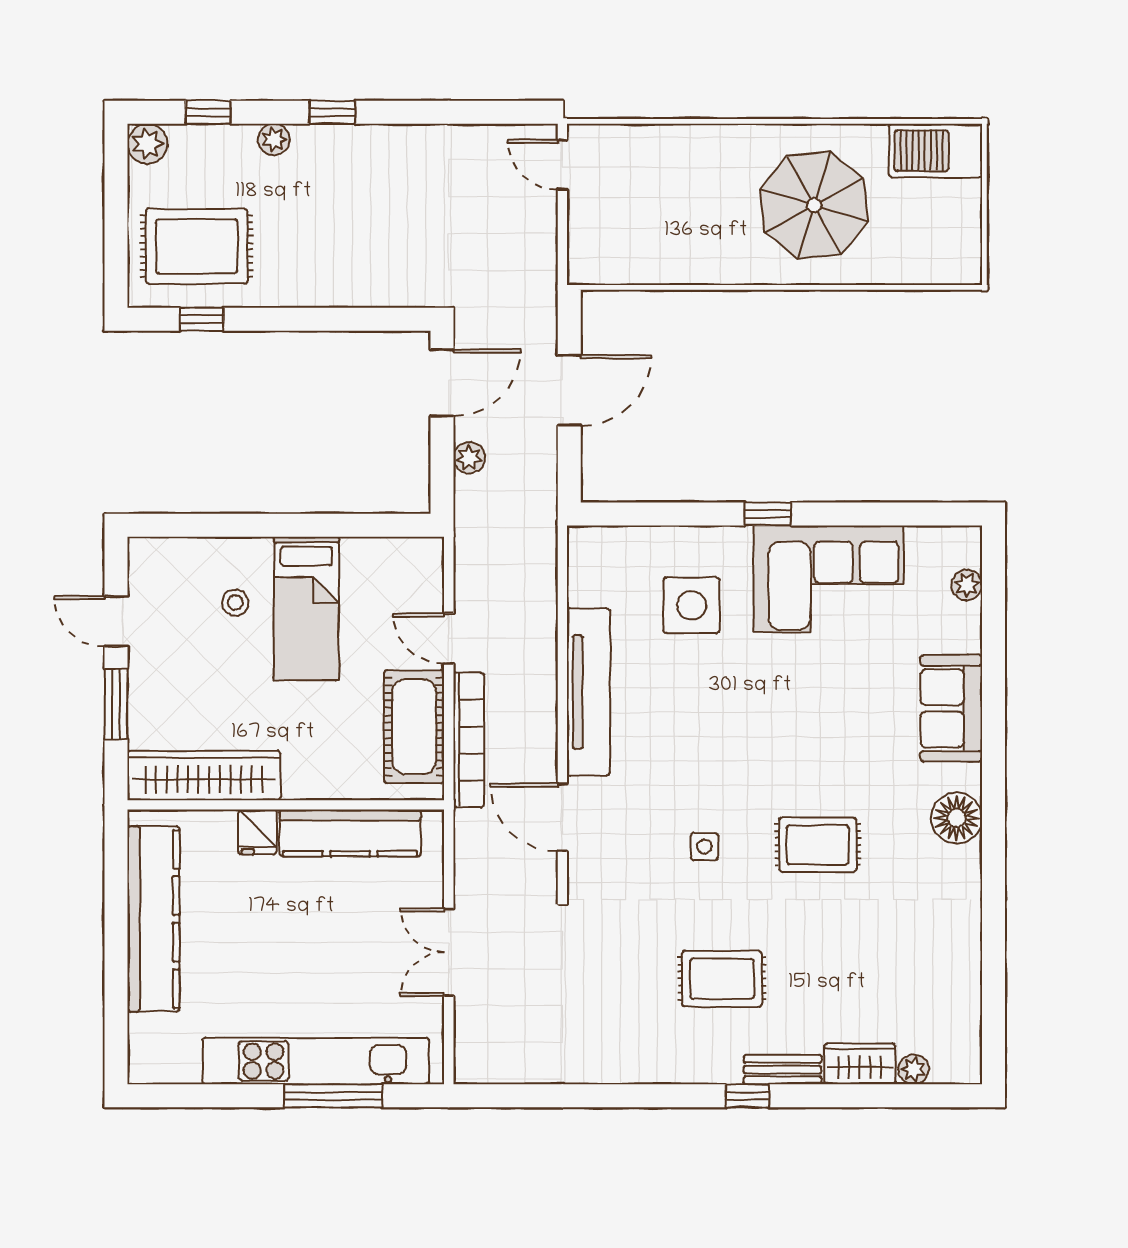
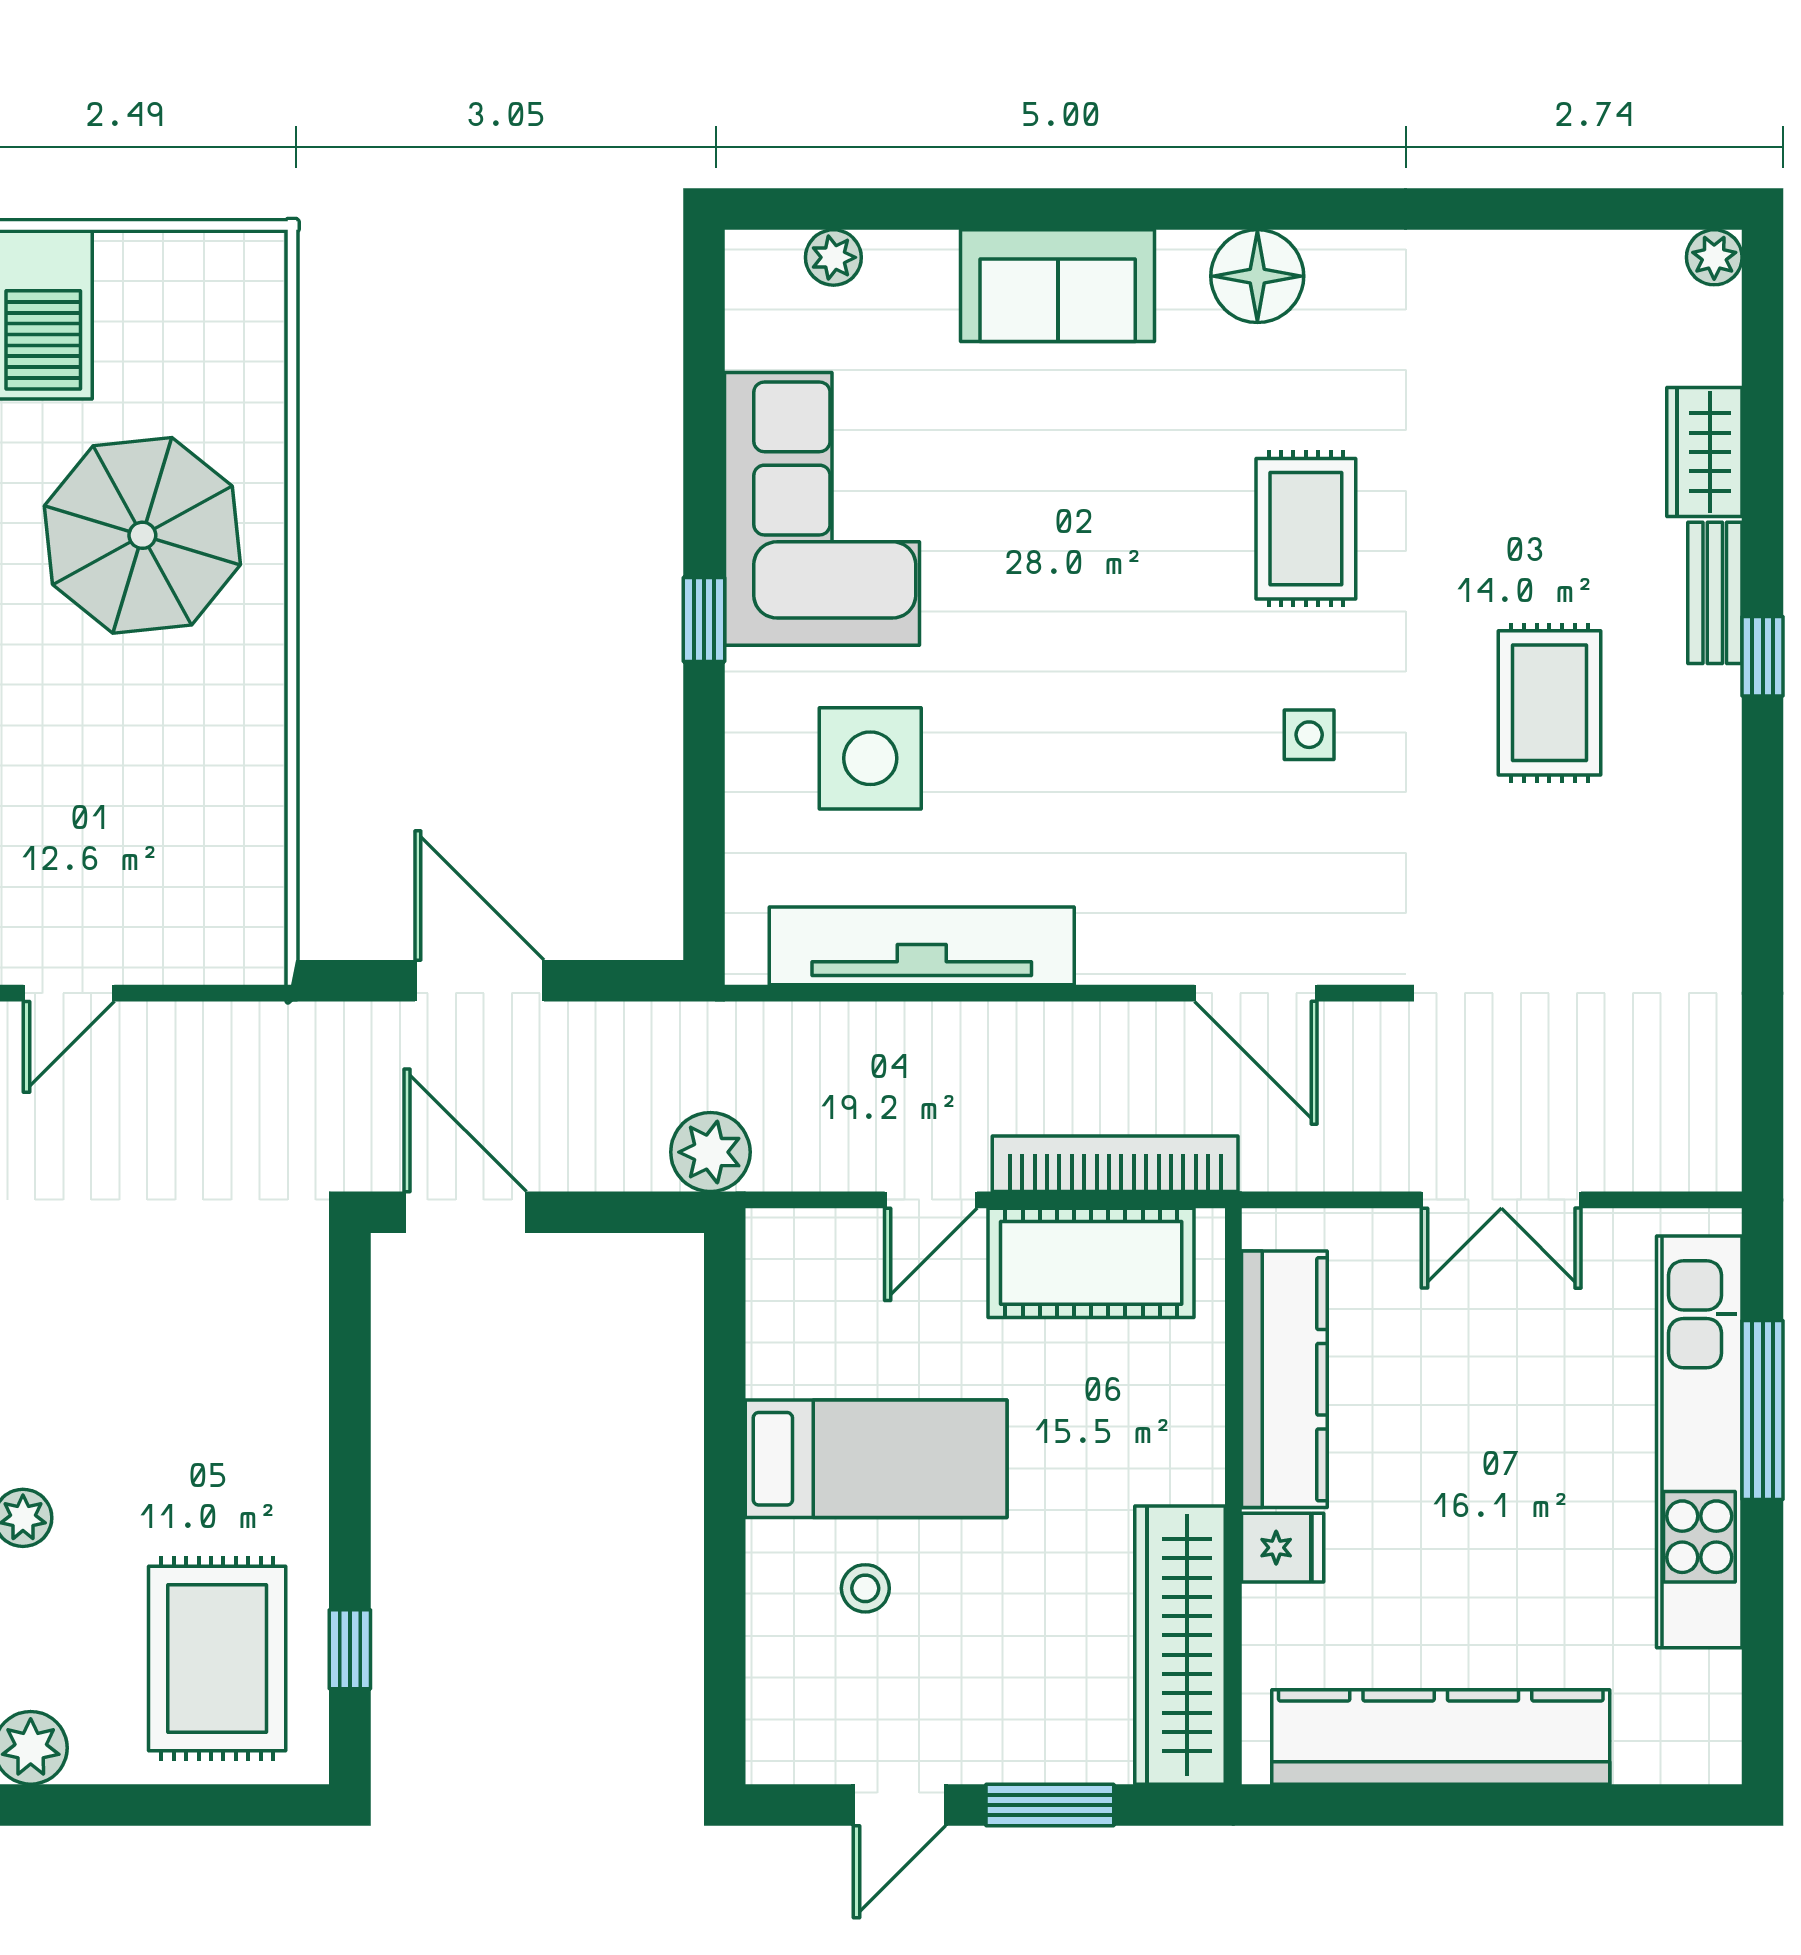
plant: (469, 458) -> (710, 1152), moved, width x1.38, depth x1.38
tv unit: (588, 692) -> (922, 946), moved
door: (562, 817) -> (1256, 993), hinge flipped
plant: (914, 1069) -> (1714, 257), moved

